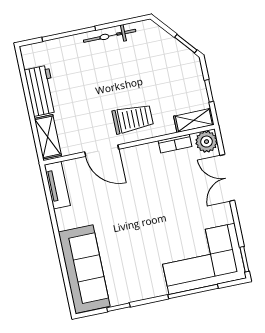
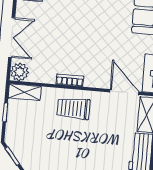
bookcase: (175, 144) -> (70, 80), moved
door: (102, 151) -> (124, 92), moved

